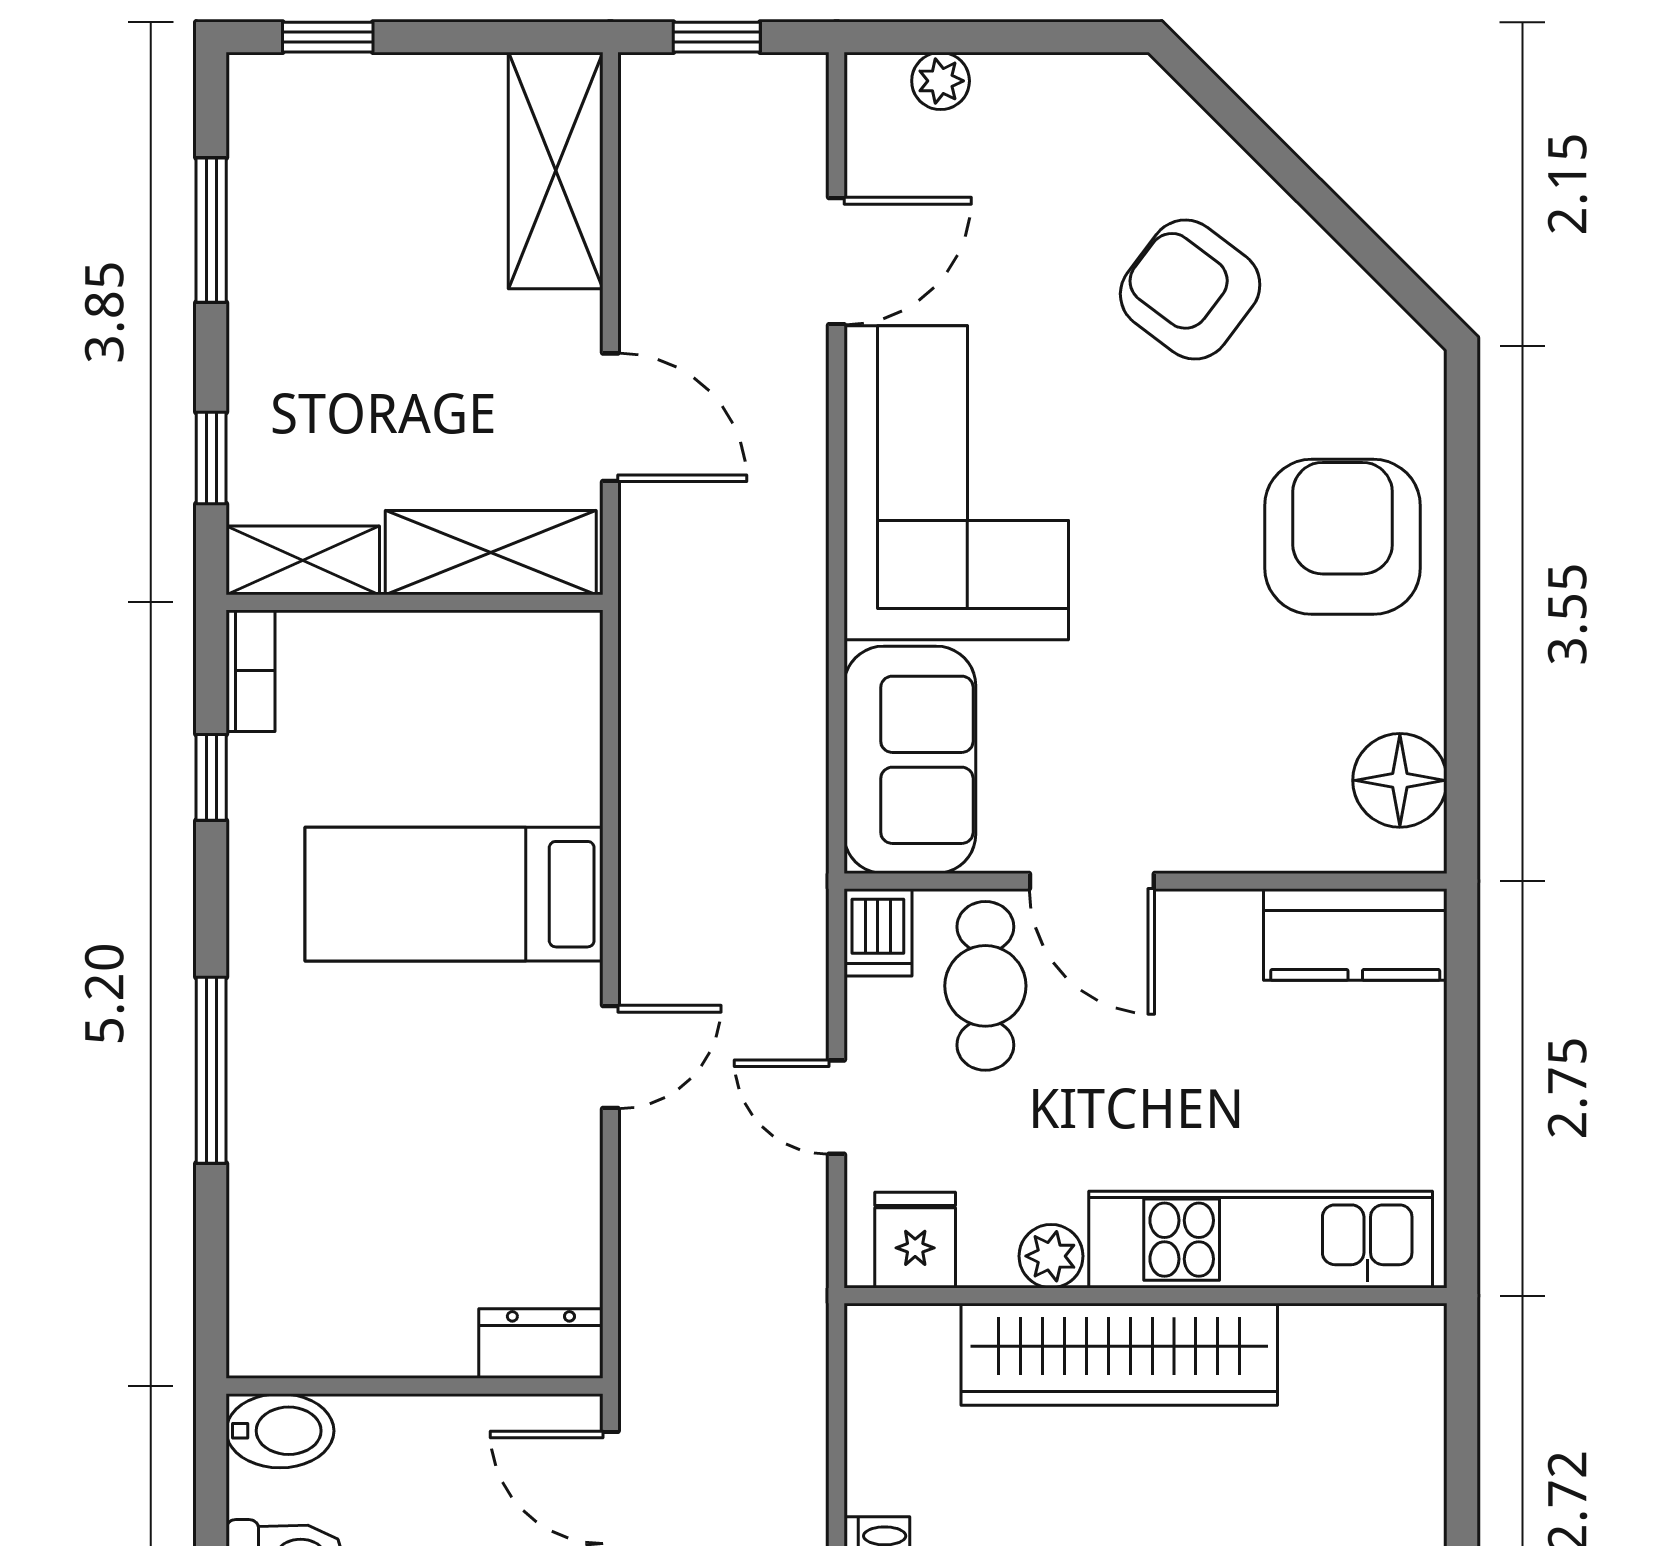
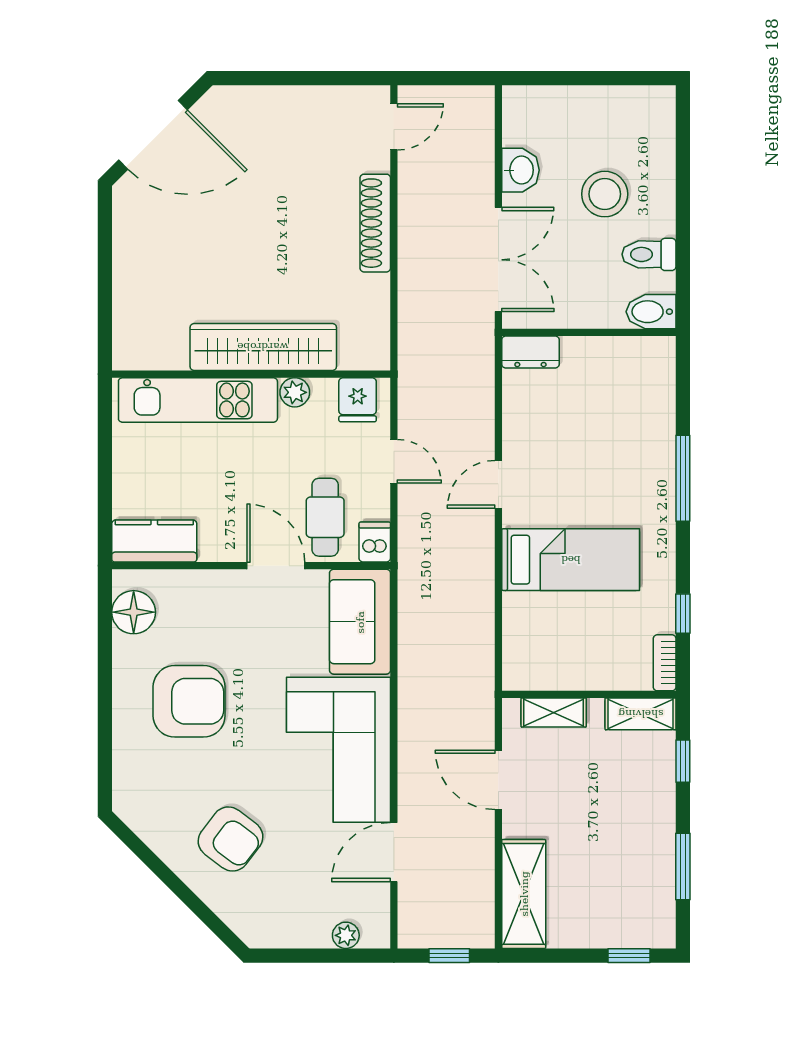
armchair: (1343, 537) -> (189, 701), moved, turned -90
shelving: (491, 553) -> (554, 713), width x0.67, depth x0.75

